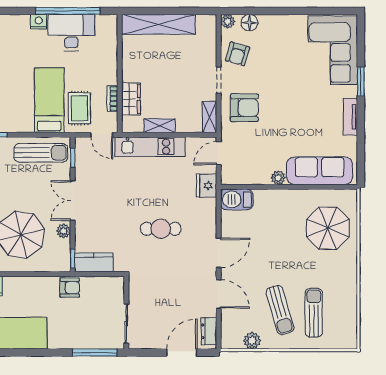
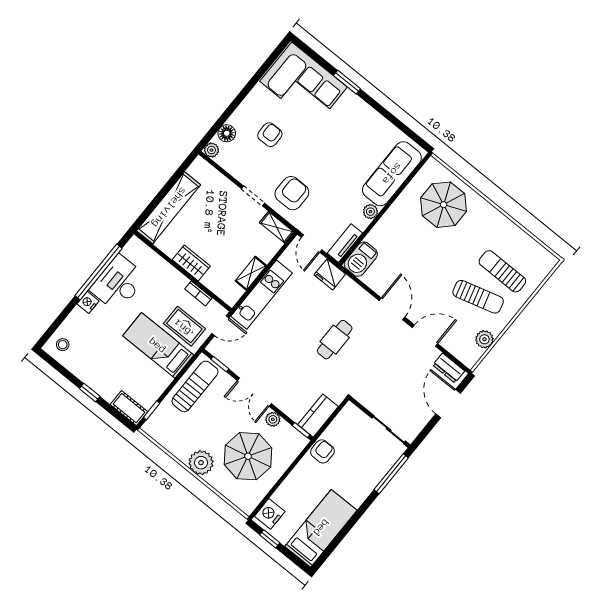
armchair: (238, 54) -> (270, 135), moved, turned -106
wardrobe: (131, 99) -> (191, 263), moved
tv unit: (350, 117) -> (345, 243), moved, turned 90

